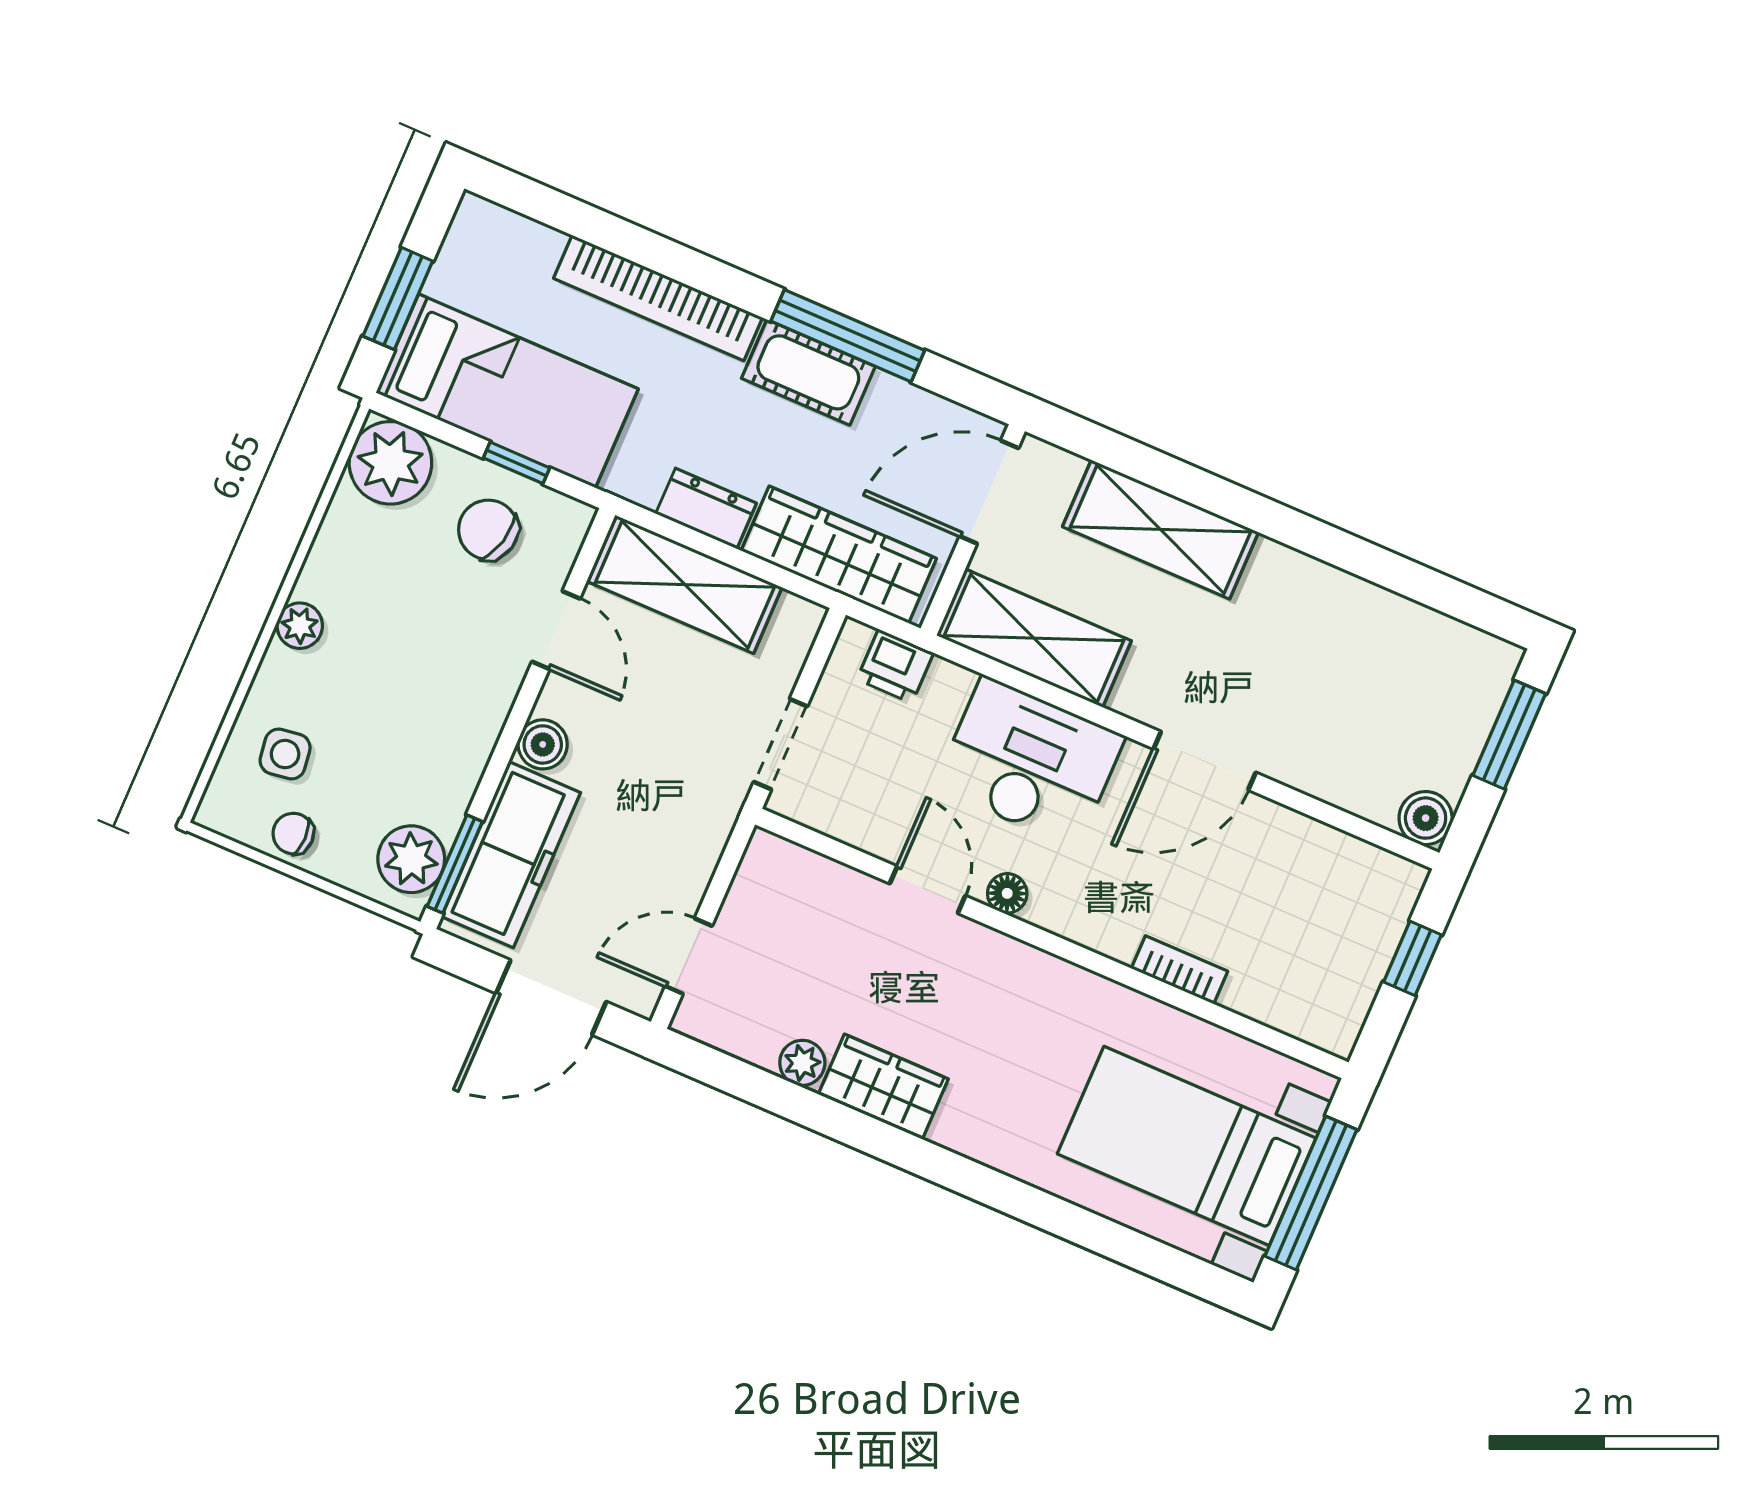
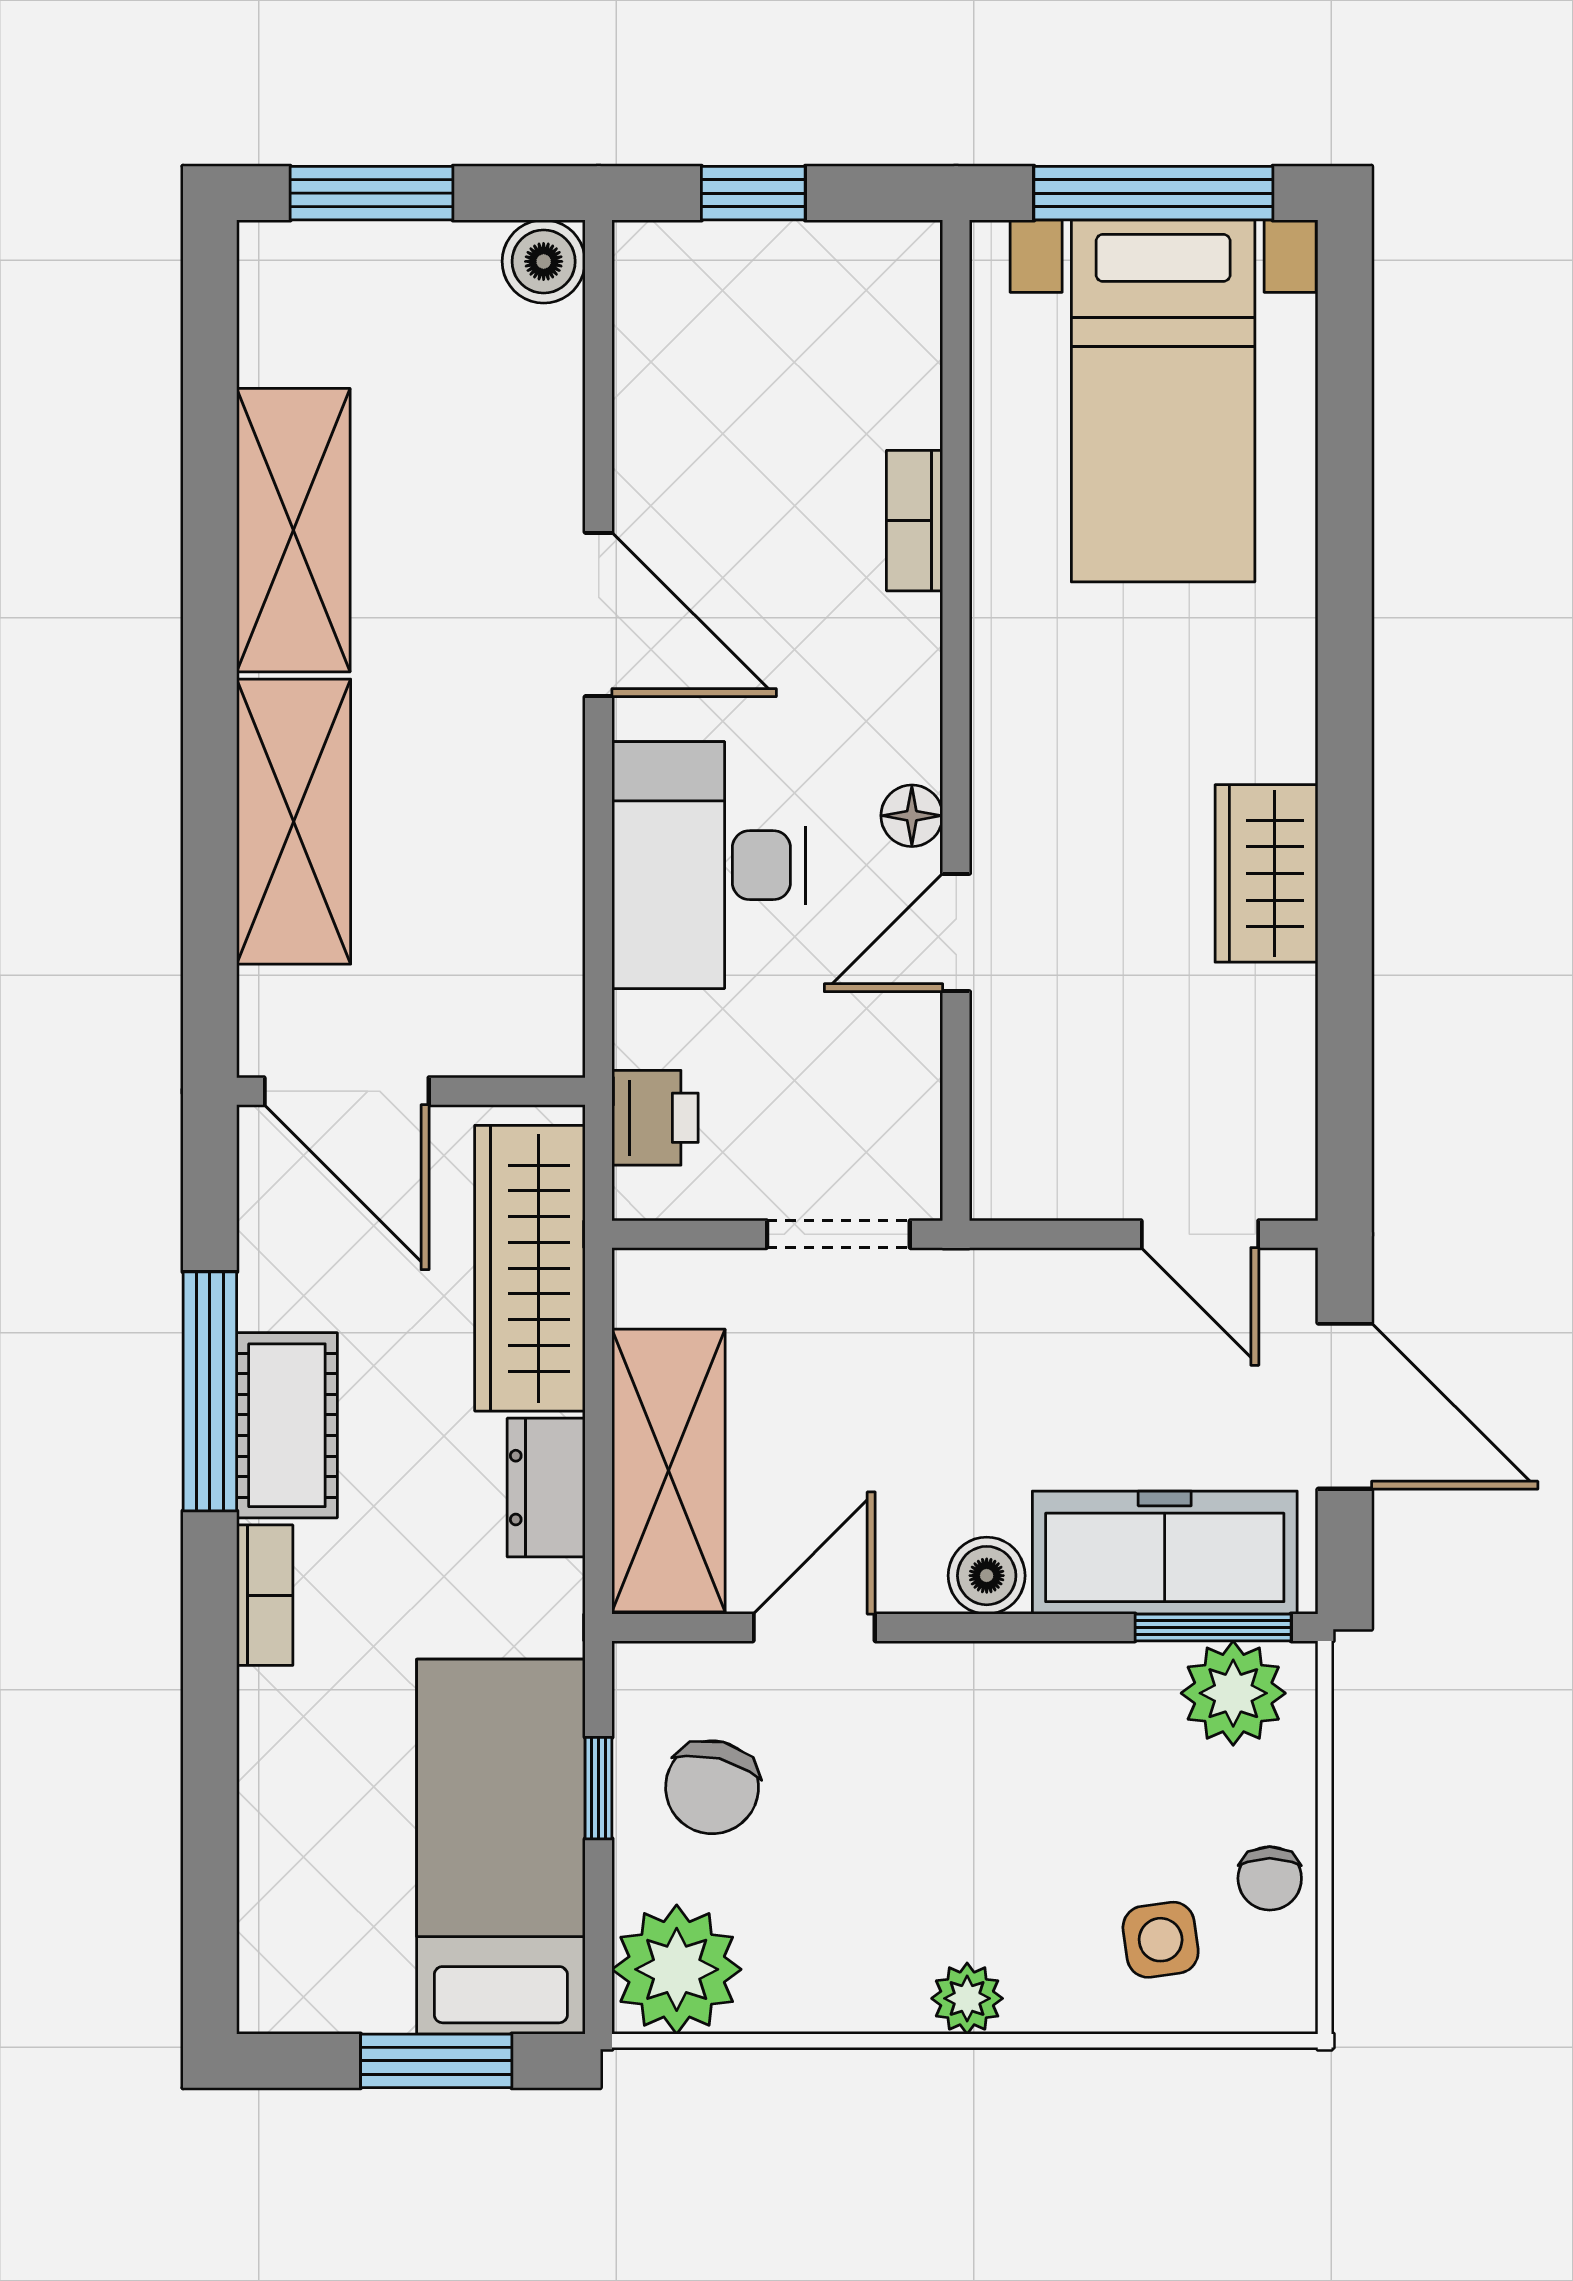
bookcase: (658, 298) -> (265, 1595), width x0.43, depth x0.76
shelving: (1034, 638) -> (293, 530), moved
plant: (802, 1063) -> (1283, 1005), removed

